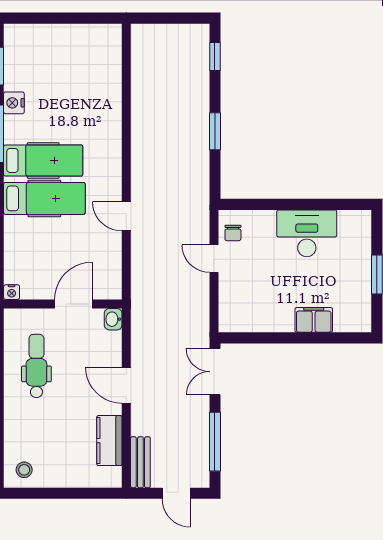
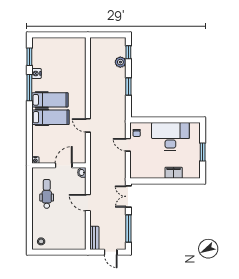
plant: (197, 78) -> (120, 62), added
desk: (307, 233) -> (170, 136), width x1.36, depth x1.30
kitchen counter: (109, 441) -> (80, 228), removed

